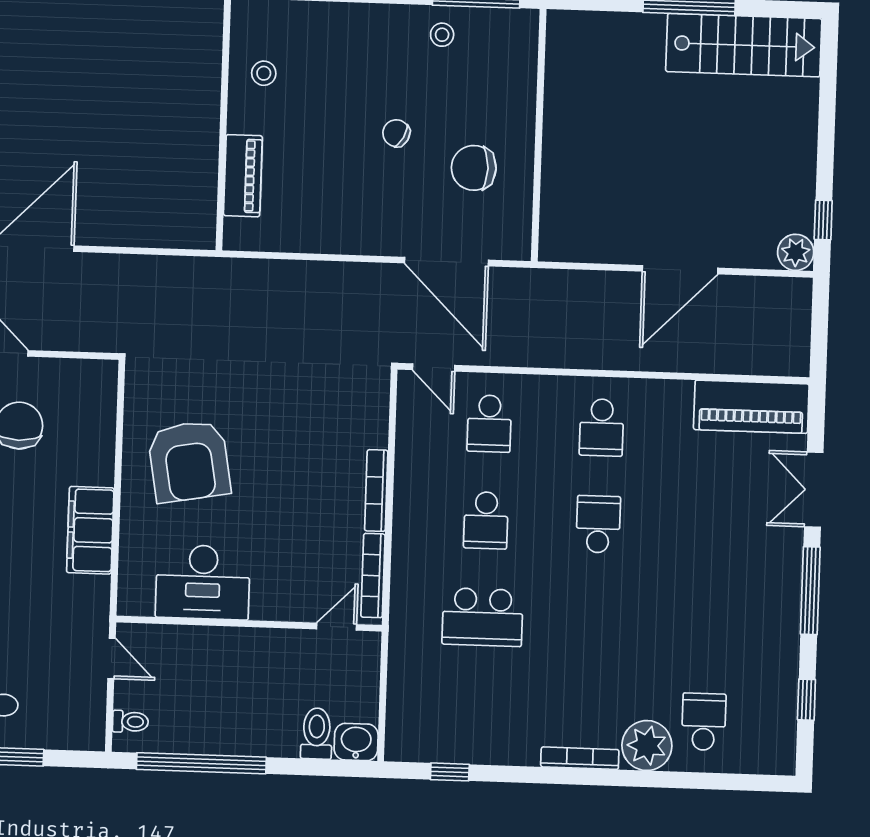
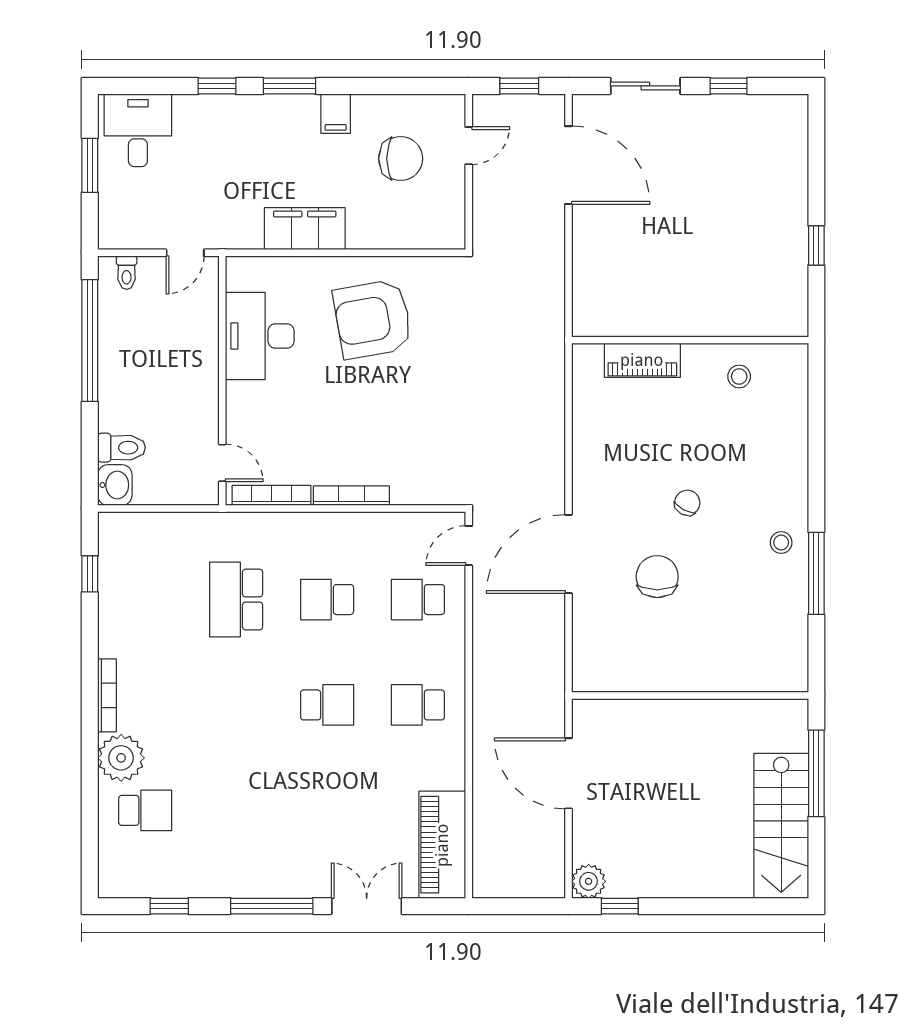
wall: (539, 135) -> (690, 696), moved

